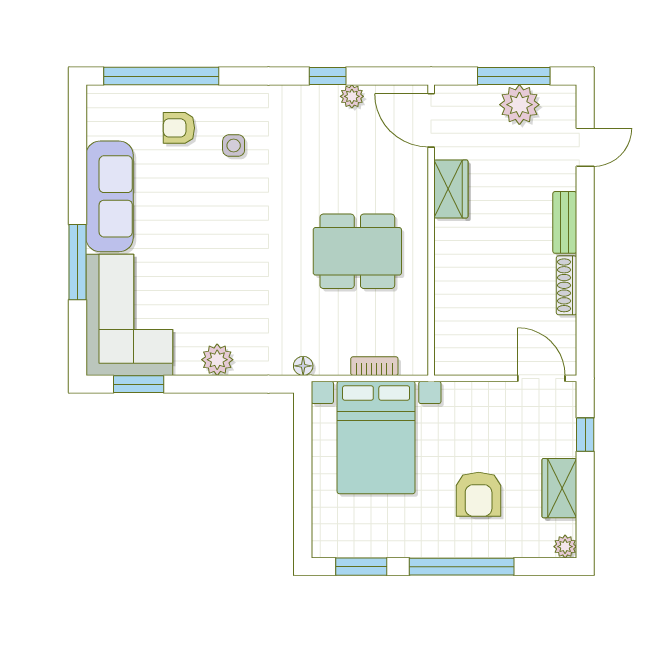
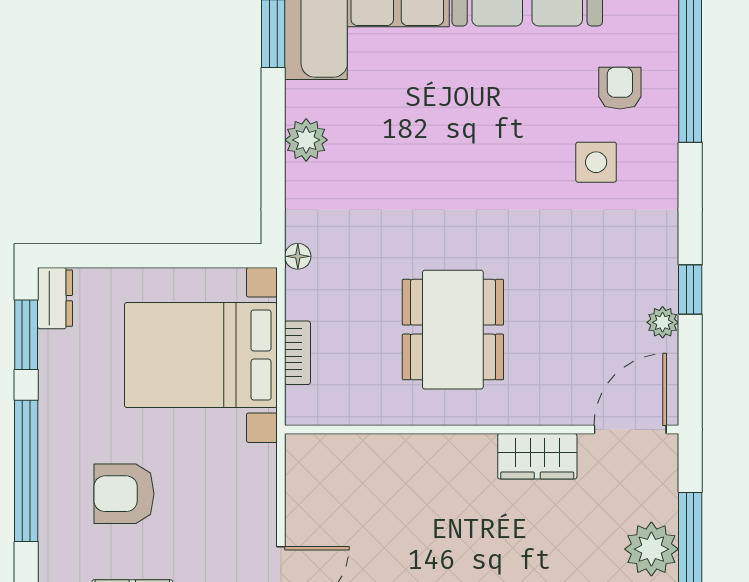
side table: (234, 145) -> (596, 162), width x1.37, depth x1.37
dresser: (334, 545) -> (55, 298), added

